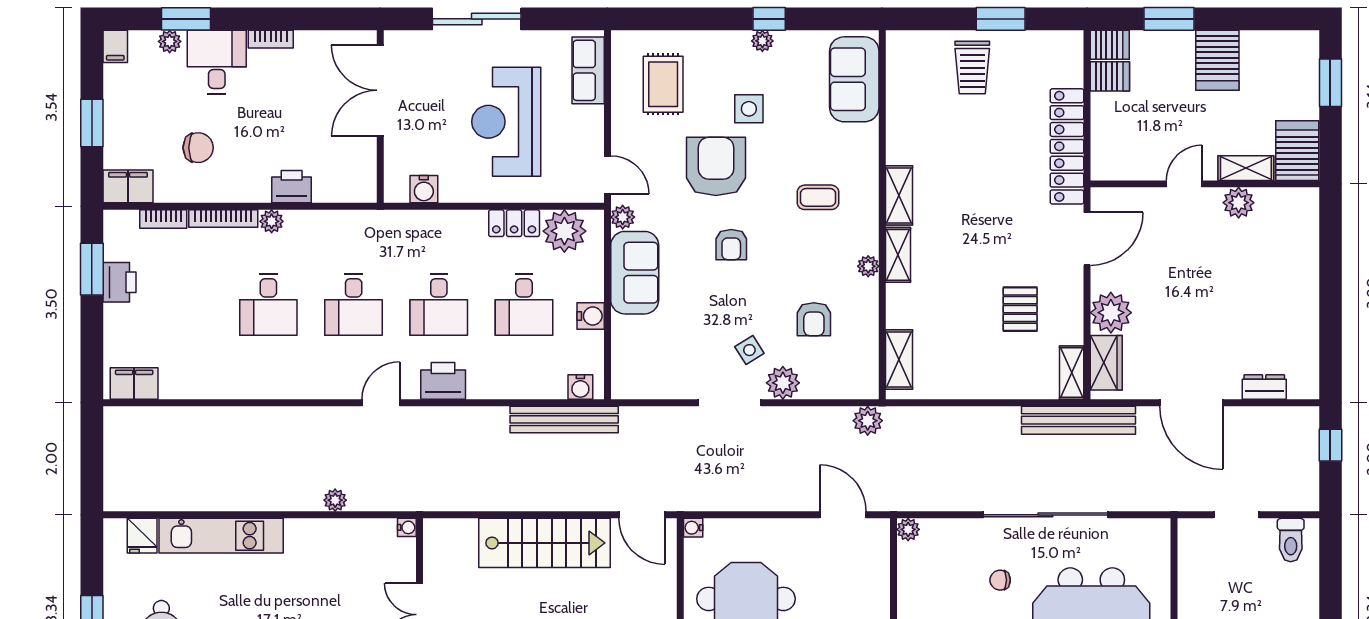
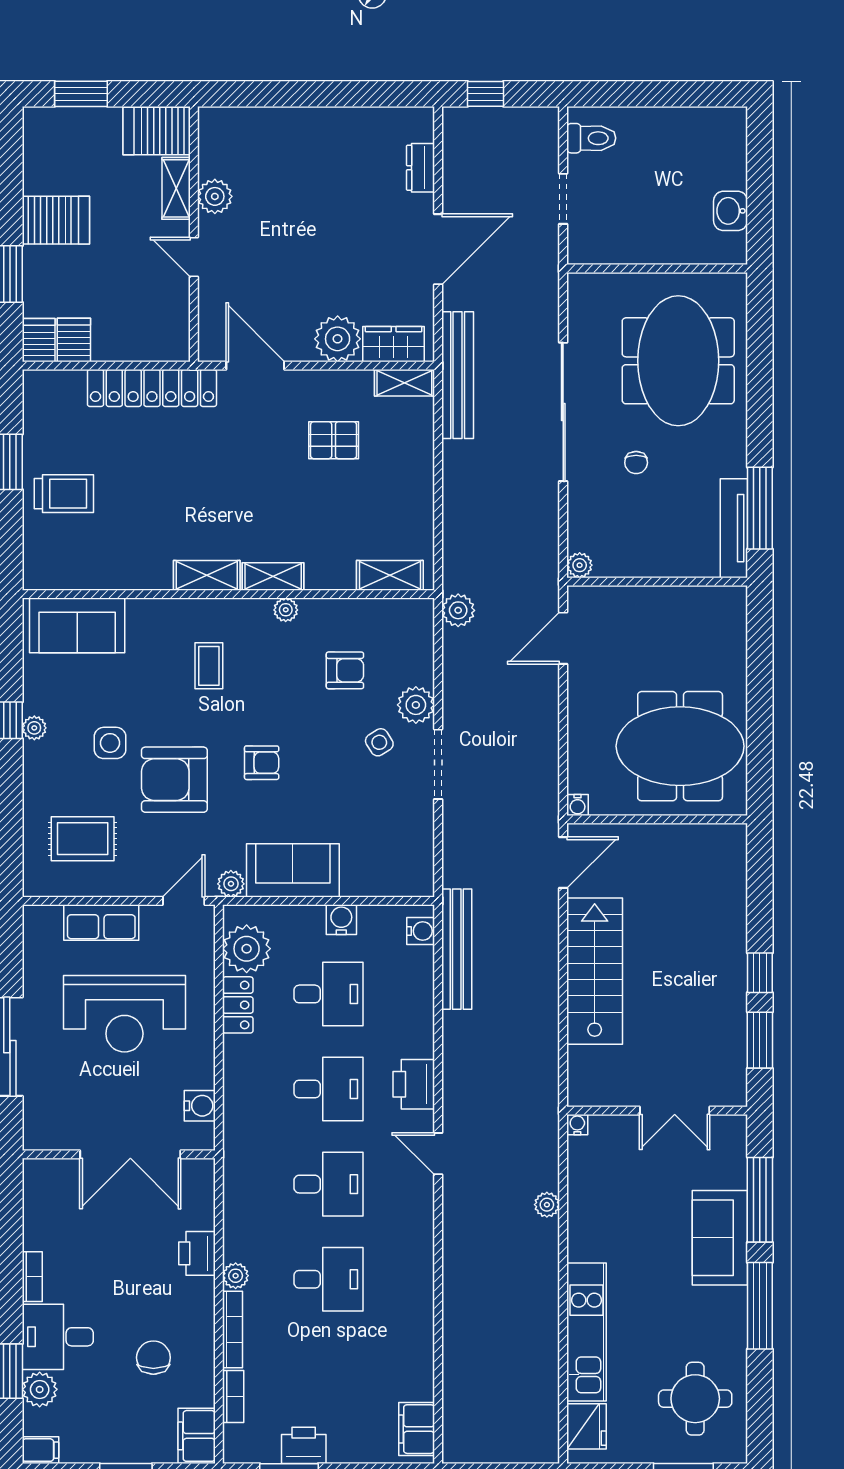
plant: (170, 41) -> (40, 1389), width x1.38, depth x1.38
row of seats: (588, 70) -> (101, 922), moved
double door: (380, 90) -> (130, 1154), moved
fridge: (142, 536) -> (587, 1426), width x1.38

